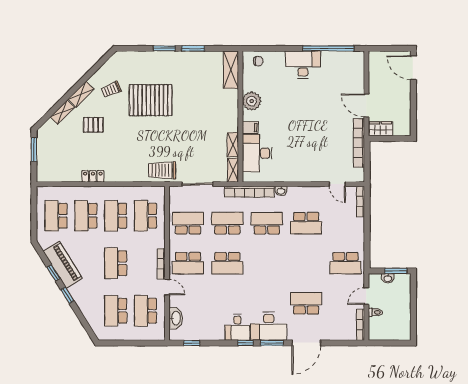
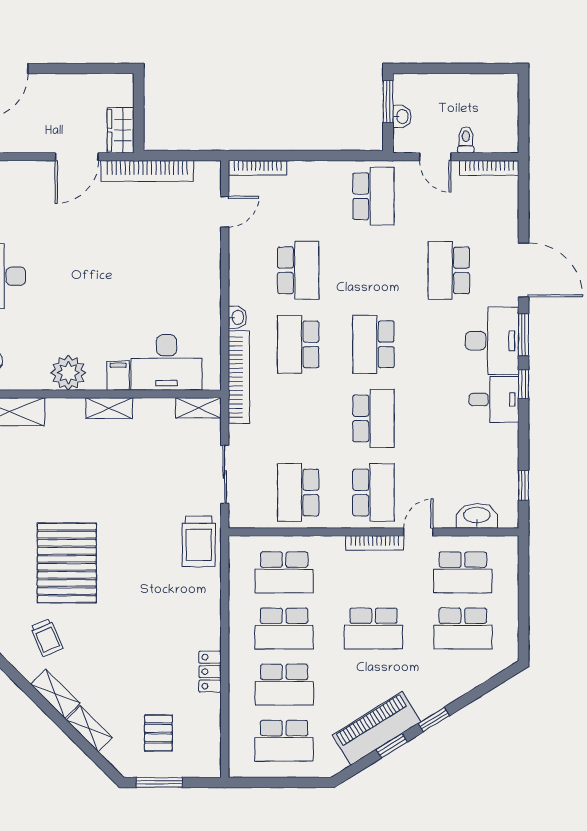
pallet: (93, 125) -> (158, 733), moved
shelving: (233, 145) -> (109, 408), moved
school desk: (227, 223) -> (373, 344), moved

